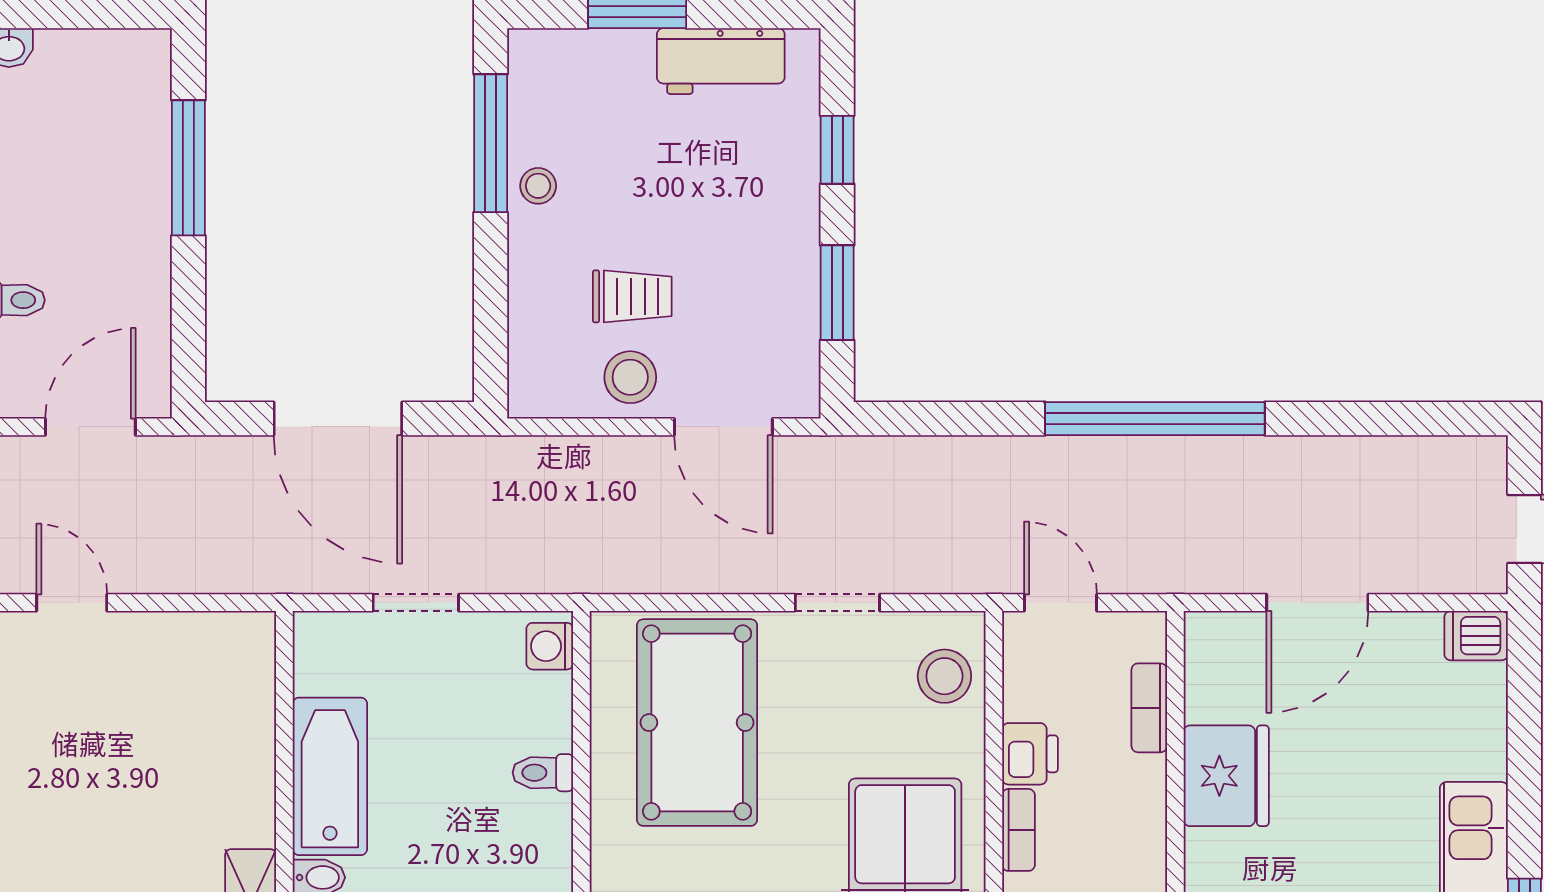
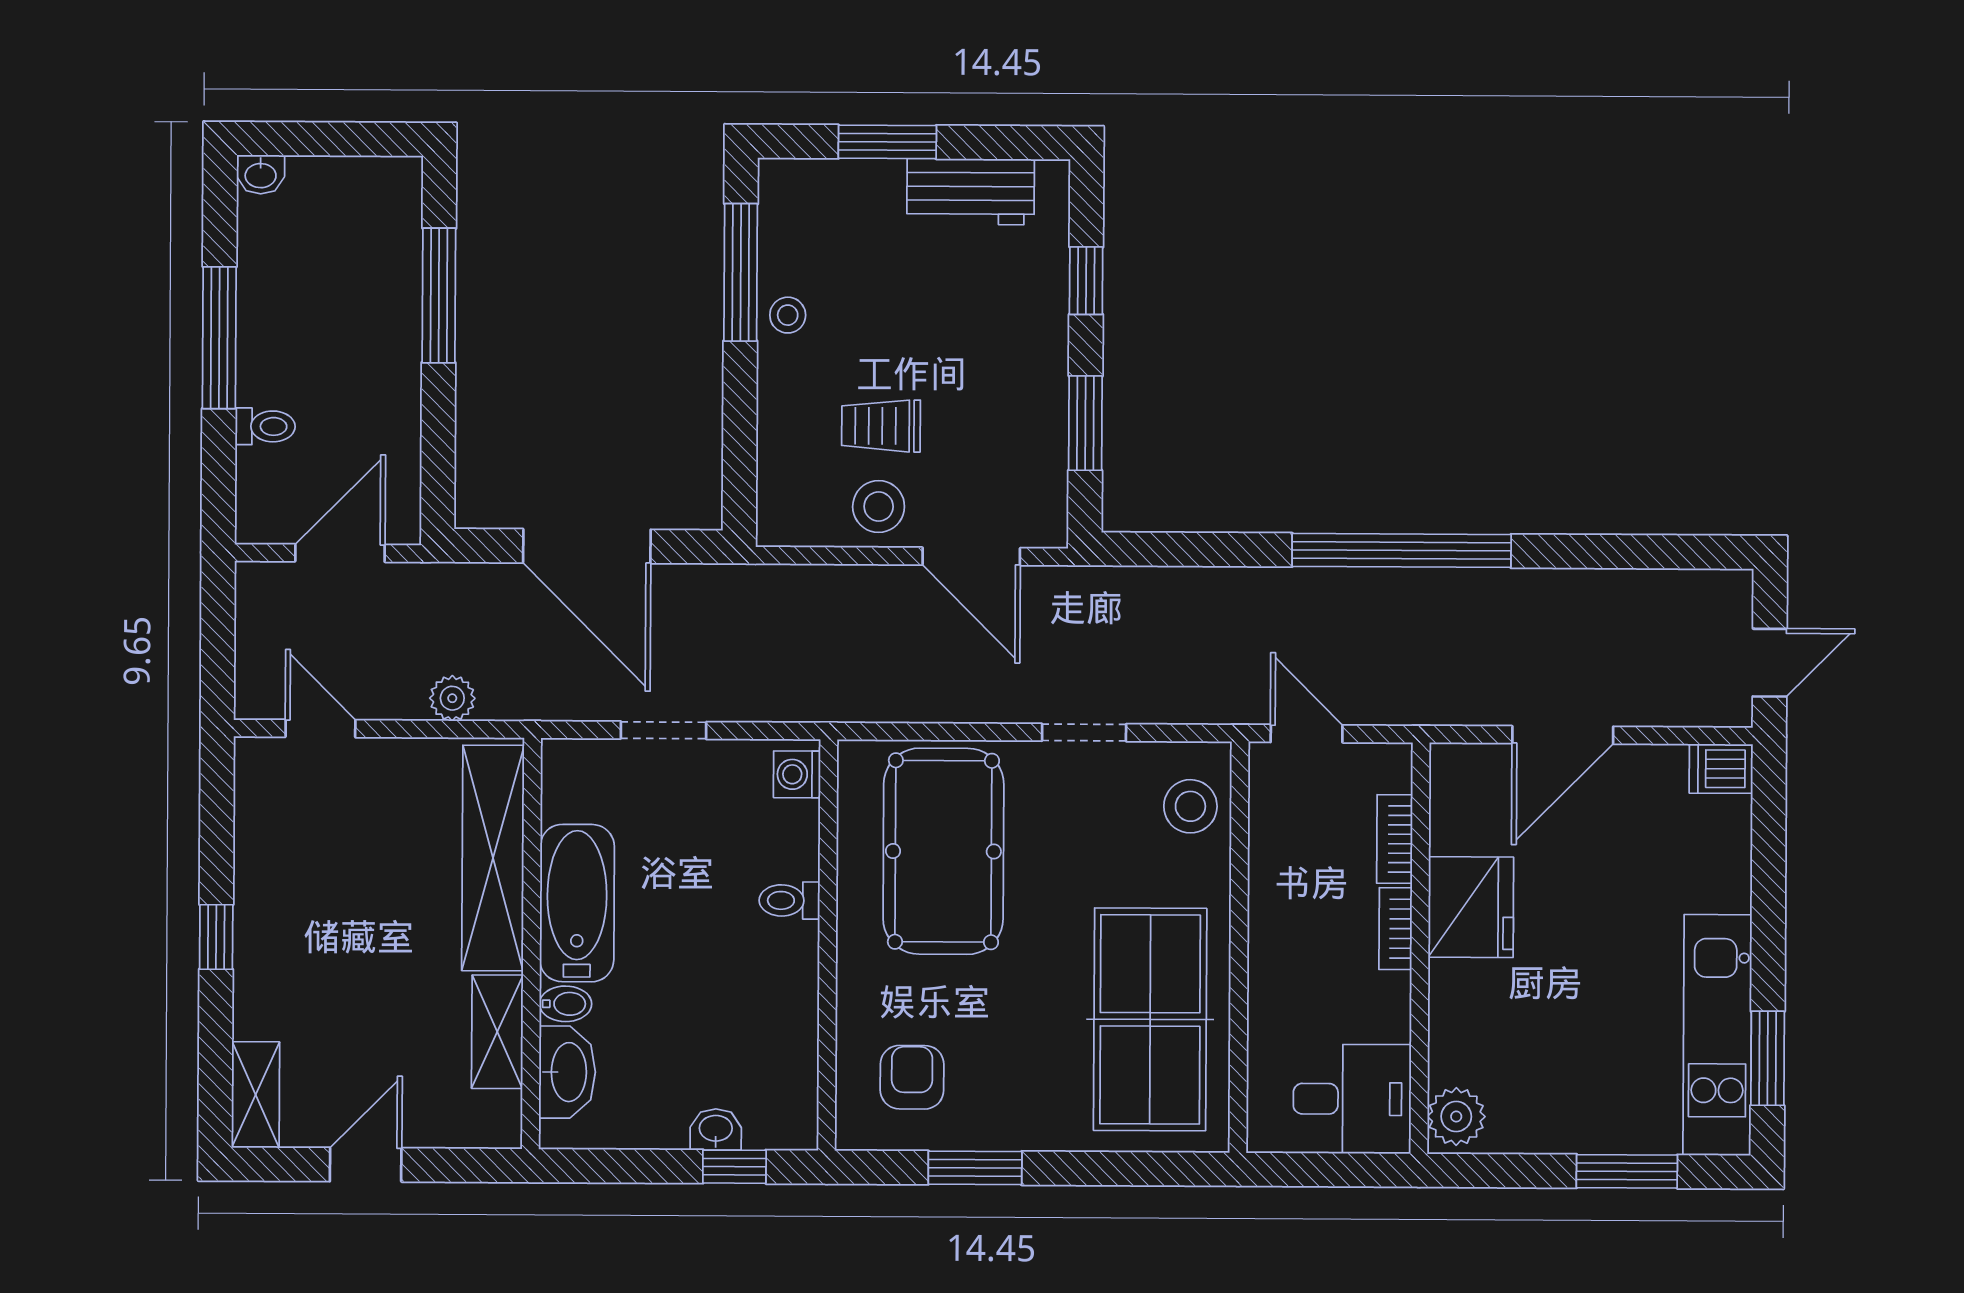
trolley: (632, 296) -> (881, 426), turned 180
plant: (204, 572) -> (452, 698), added
shelving: (245, 732) -> (493, 858), added
printer: (1030, 754) -> (1275, 884), removed
bookcase: (1018, 830) -> (1395, 929), moved, turned 180

